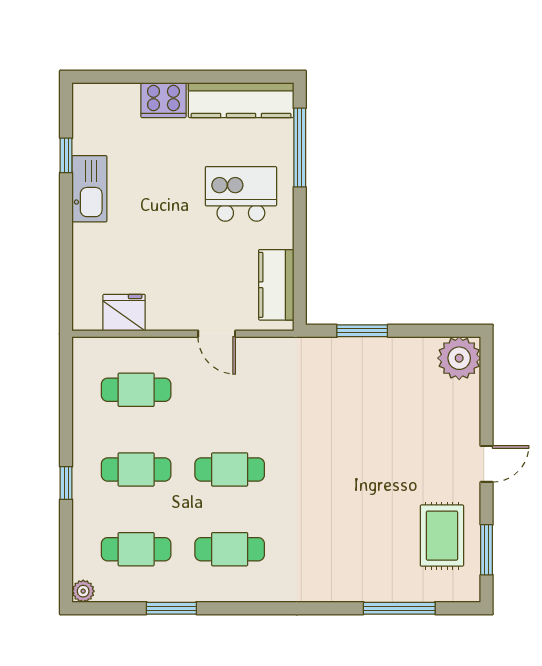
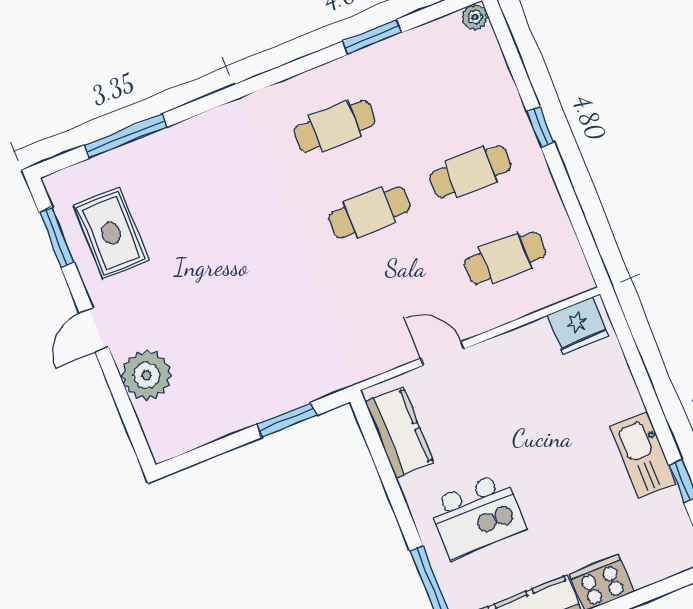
fridge: (124, 313) -> (578, 326), moved
plant: (459, 358) -> (147, 375), moved
cafe table: (136, 549) -> (436, 85), removed

